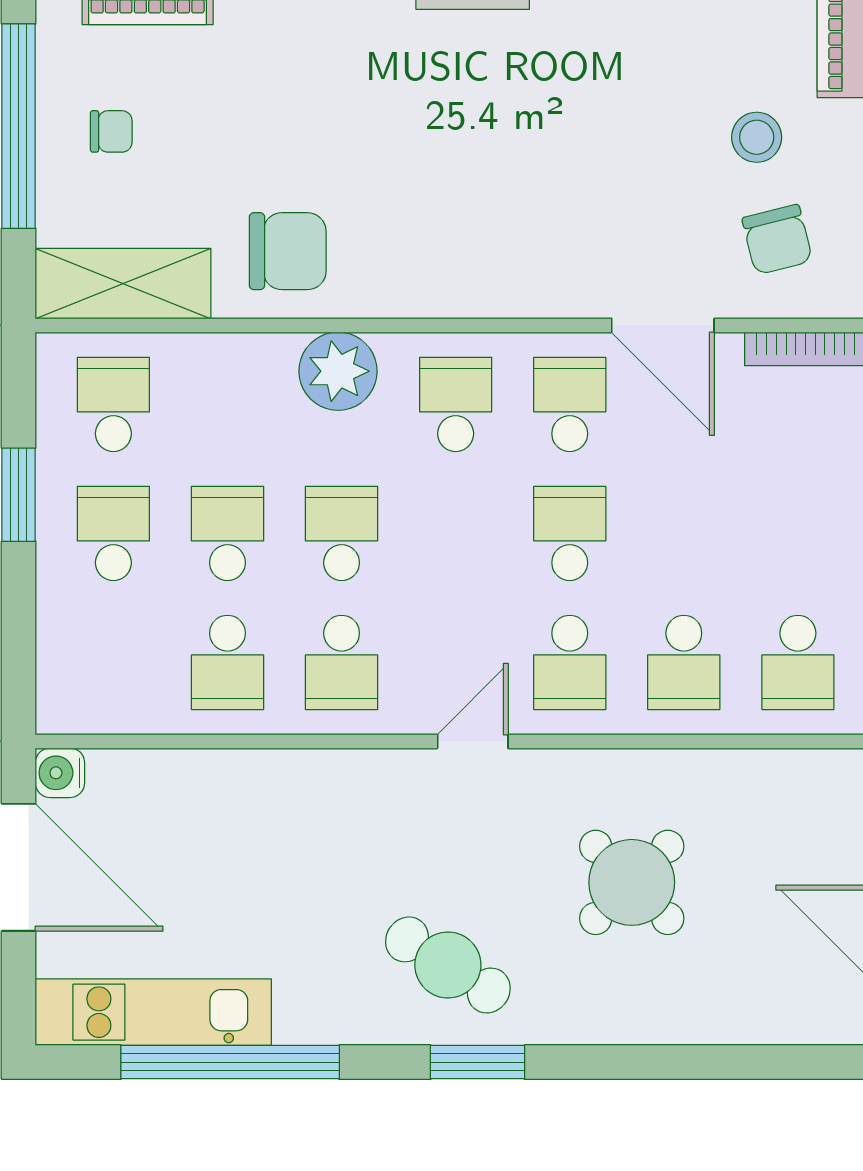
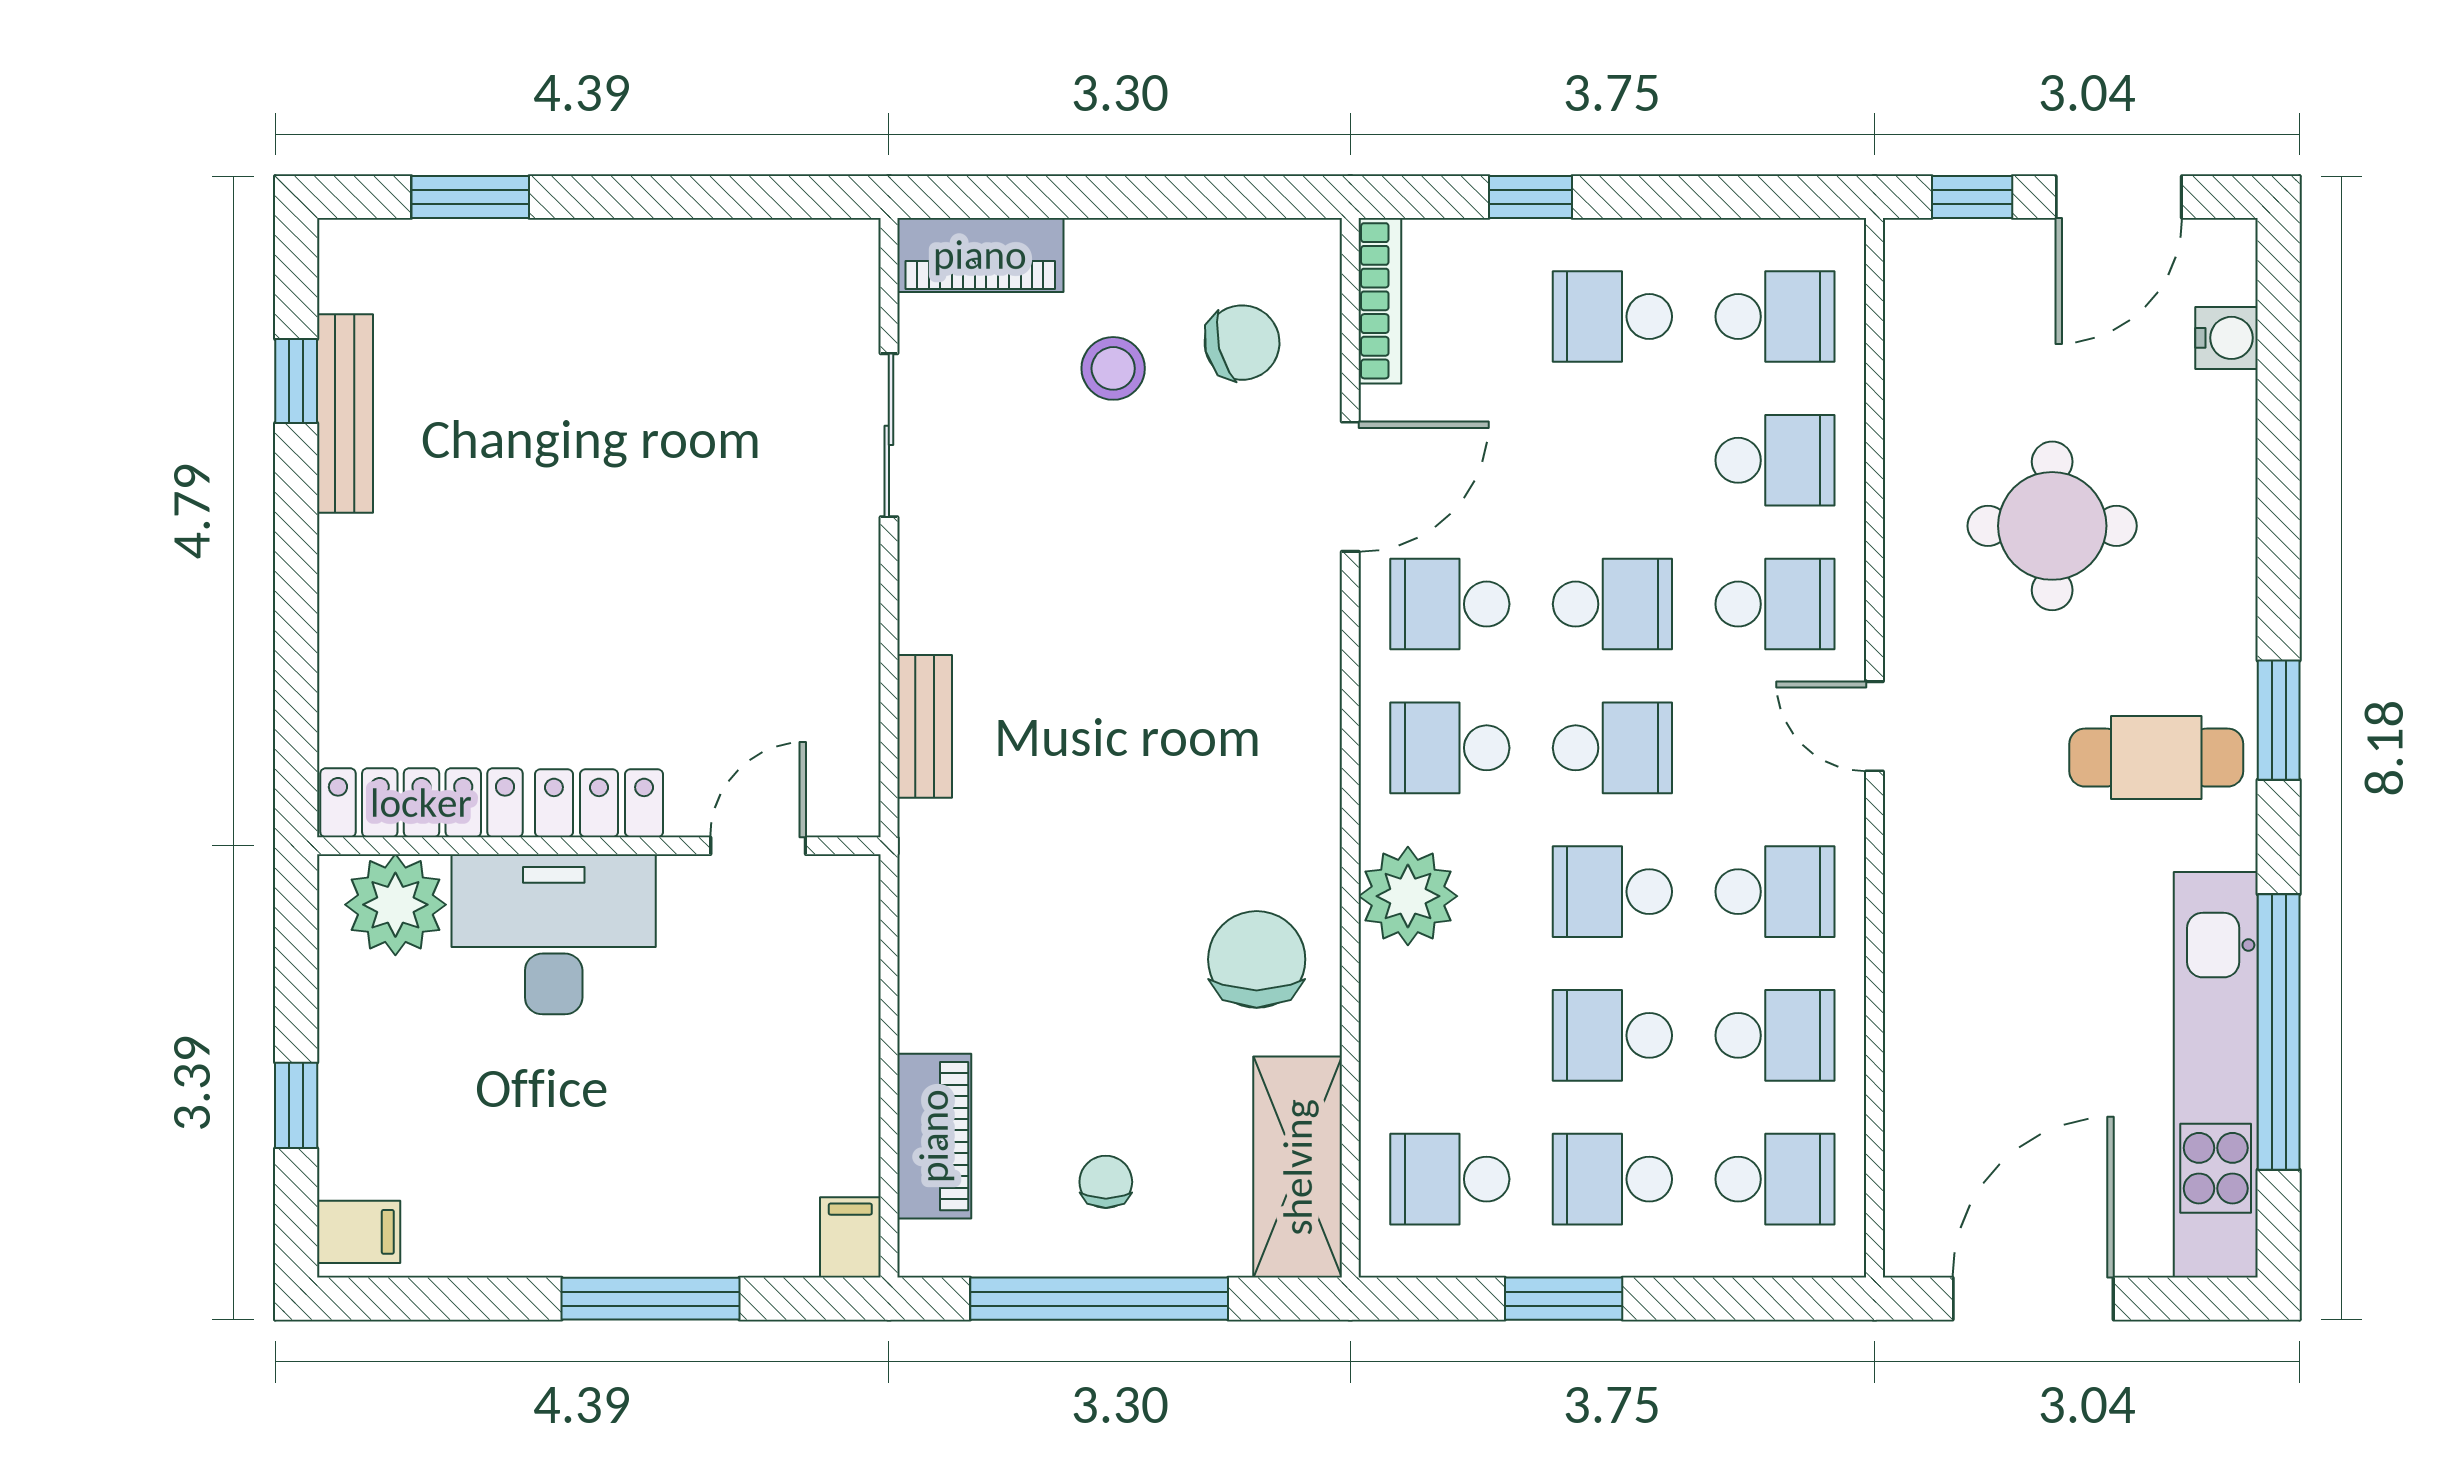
school desk: (456, 533) -> (1612, 748), added
school desk: (570, 533) -> (1612, 604), turned 180
school desk: (798, 533) -> (1612, 317), added
school desk: (113, 662) -> (1775, 1179), added
water cooler: (60, 773) -> (2226, 338), moved, turned -90
round table: (632, 882) -> (2052, 526), turned 45
cafe table: (448, 965) -> (2156, 758), turned 58
kitchen unit: (153, 1012) -> (2216, 1075), width x1.36

